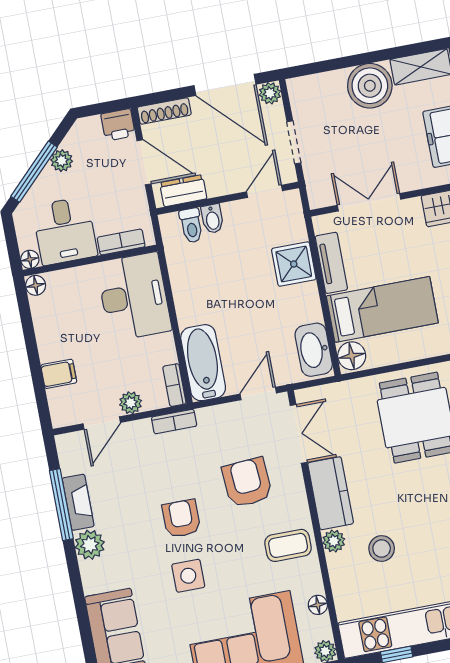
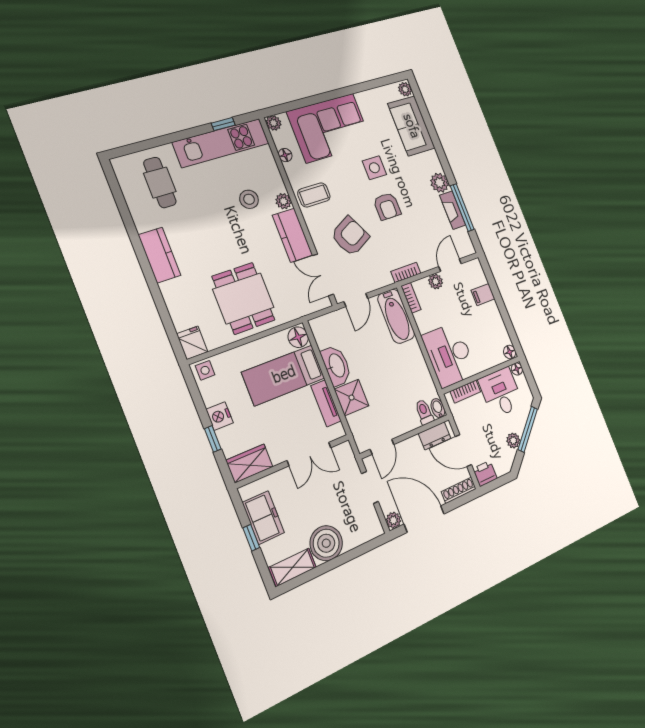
bidet: (212, 219) -> (438, 408), moved
washbasin: (314, 350) -> (336, 366), moved
armchair: (247, 483) -> (350, 236), turned -113

